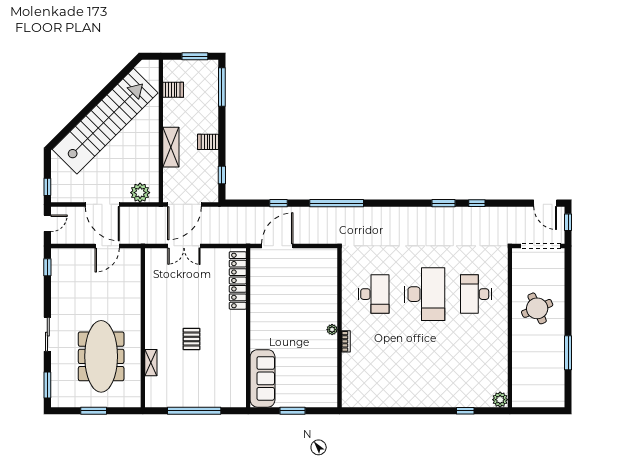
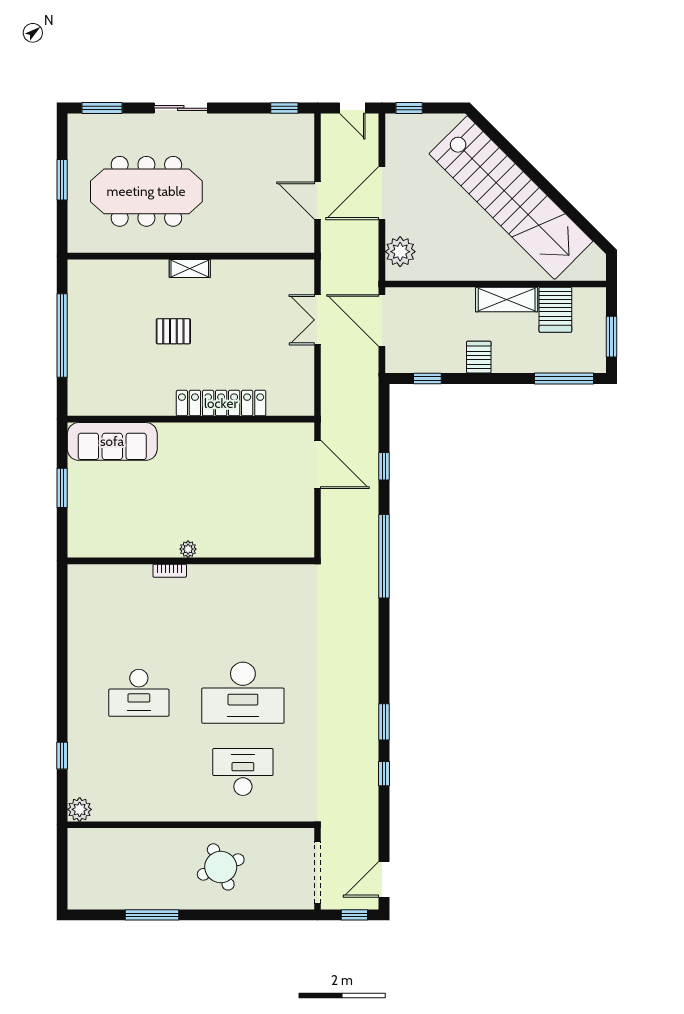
server rack: (173, 90) -> (555, 310), width x1.36, depth x1.44
shelving: (171, 147) -> (507, 300), moved
locker: (238, 280) -> (221, 403), moved
desk: (374, 294) -> (139, 693), moved
shelving: (151, 363) -> (190, 269), moved

